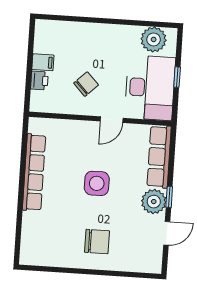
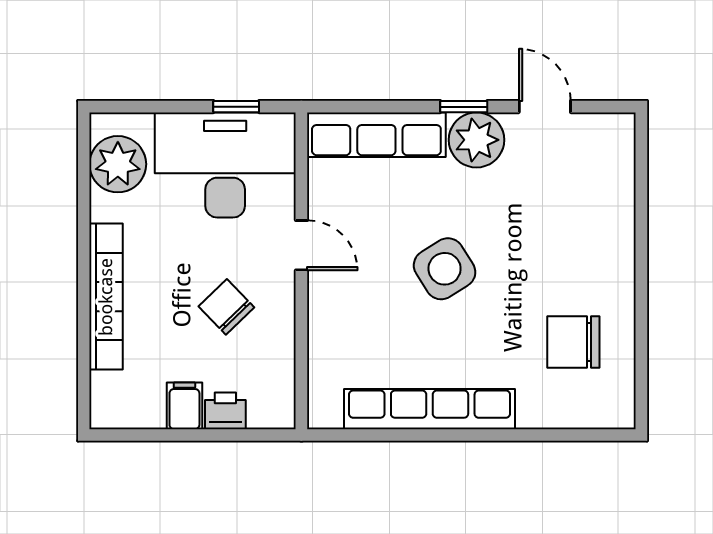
bookcase: (94, 30) -> (106, 297), added
window: (177, 77) -> (236, 107), moved
side table: (97, 183) -> (445, 269), turned -32
chair: (97, 242) -> (573, 342), moved, turned -90

